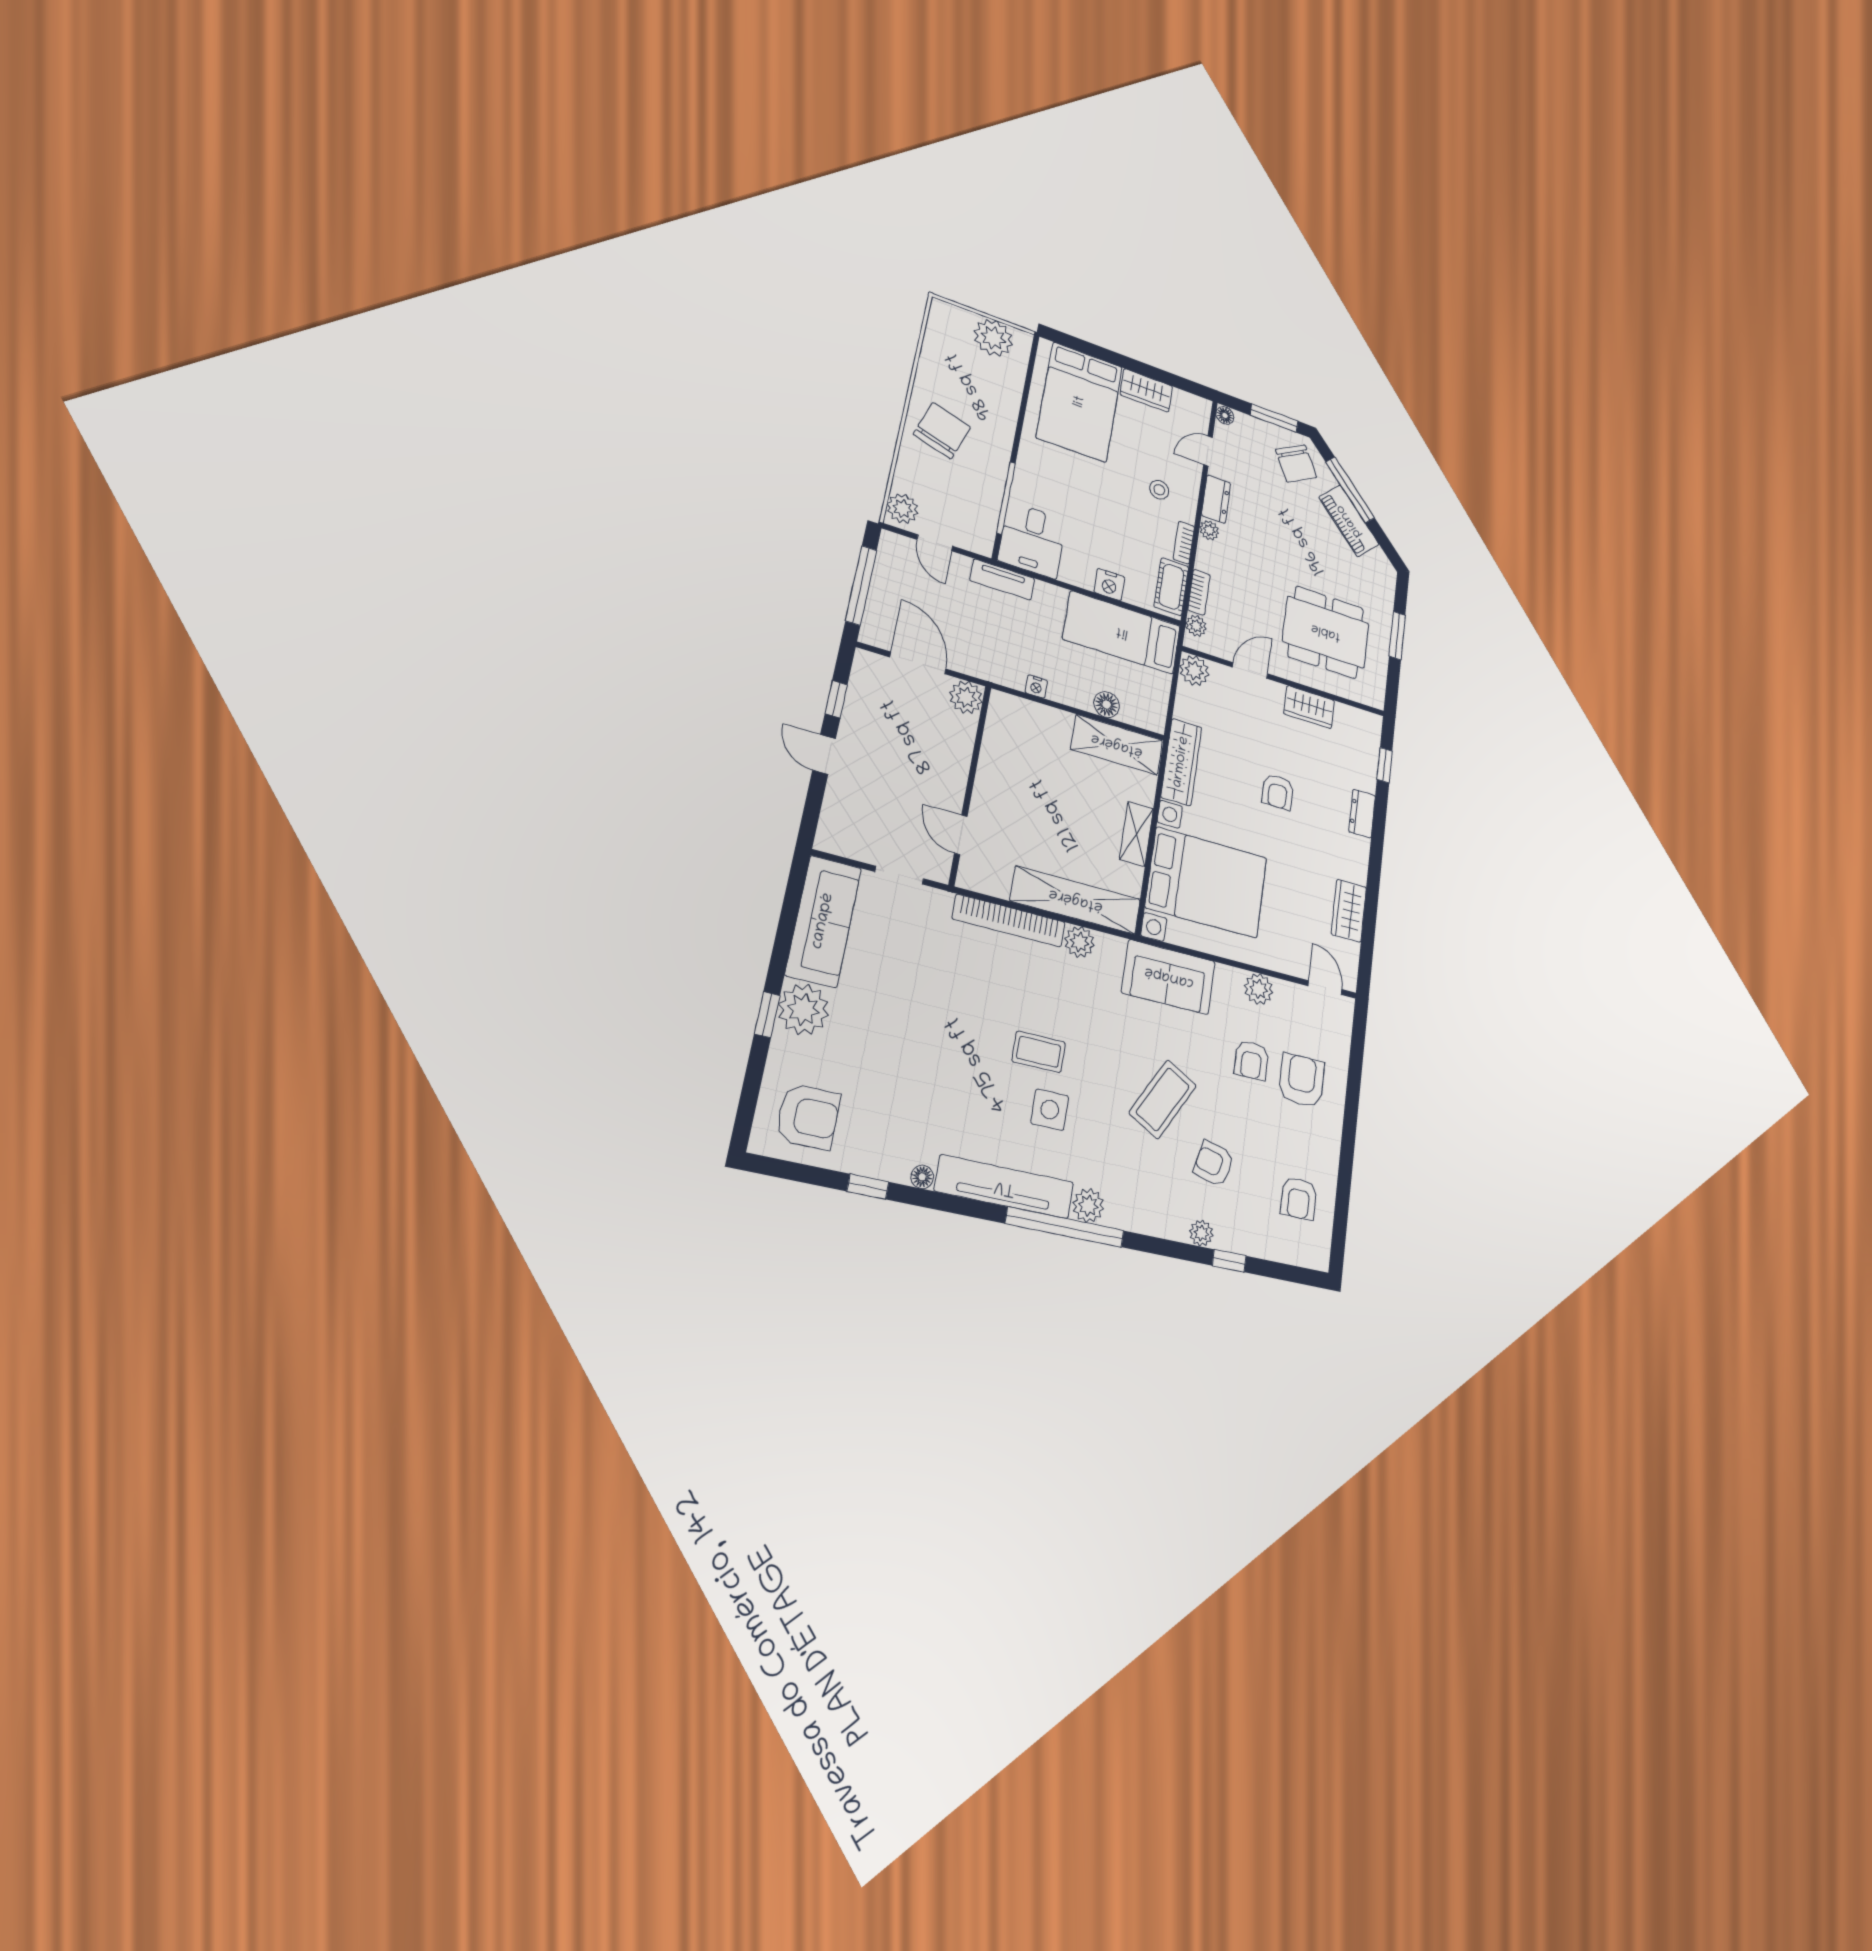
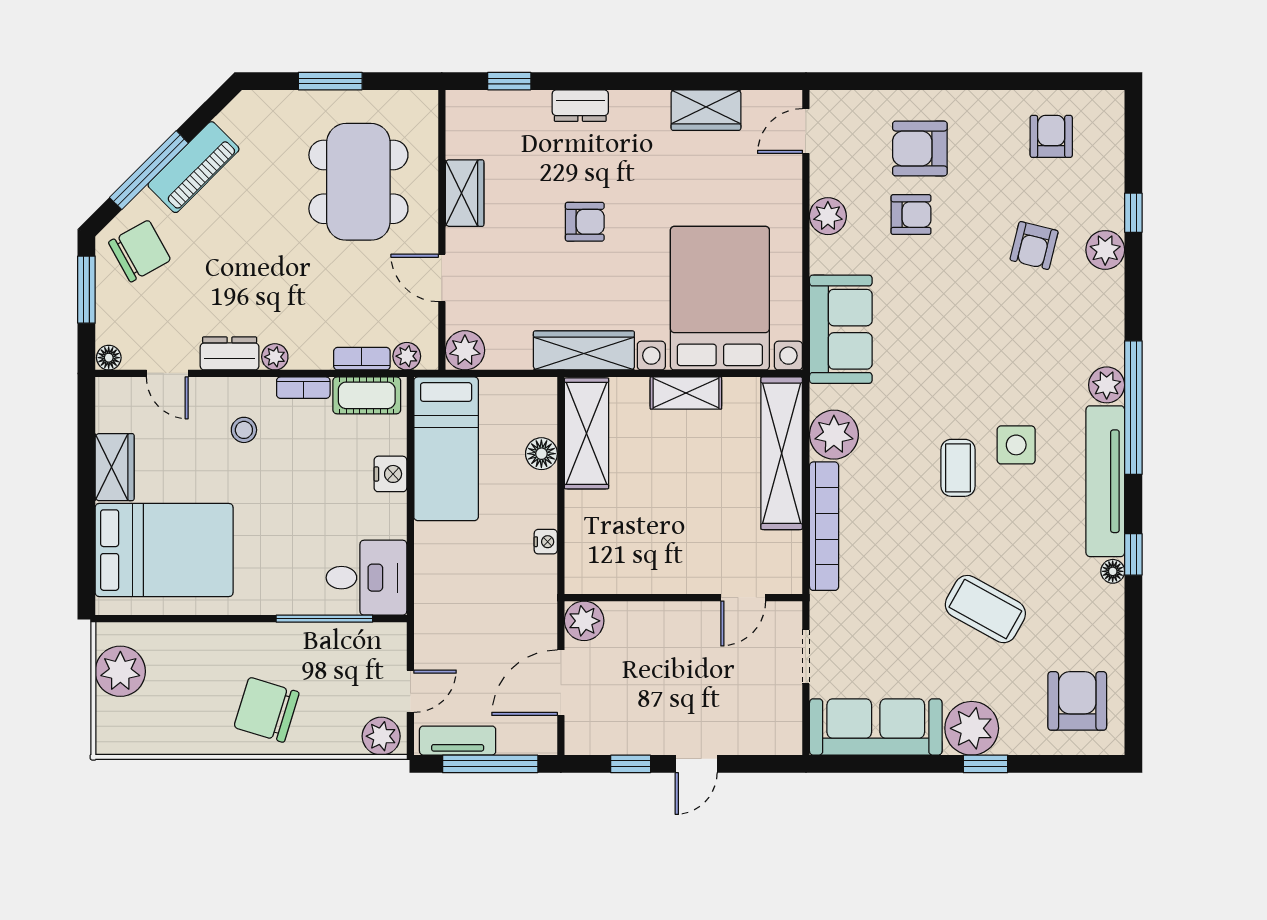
tv unit: (1002, 580) -> (458, 741), moved, turned -90
plant: (1079, 942) -> (834, 435), width x1.36, depth x1.36
coffee table: (1163, 1099) -> (985, 609), moved
window: (868, 1187) -> (1133, 554), moved
armchair: (1299, 1198) -> (1051, 136), turned -90
plant: (1201, 1233) -> (1105, 250), width x1.38, depth x1.38

